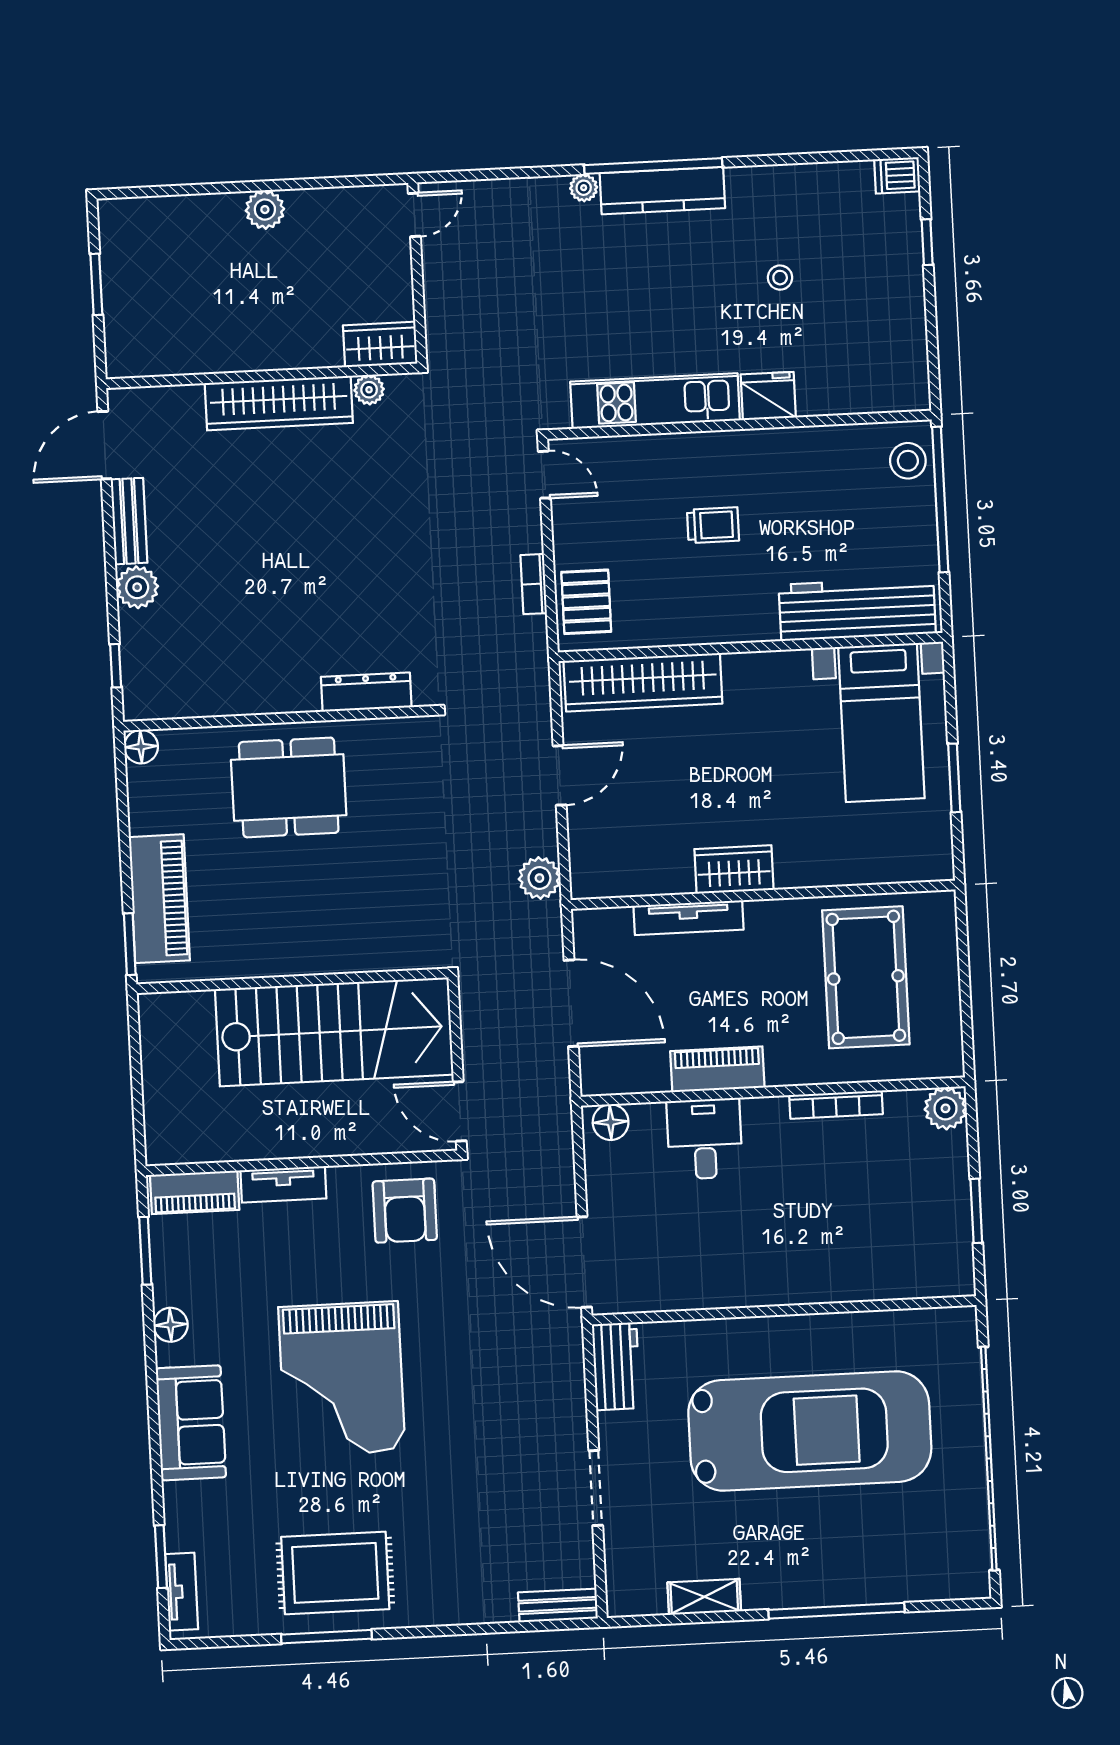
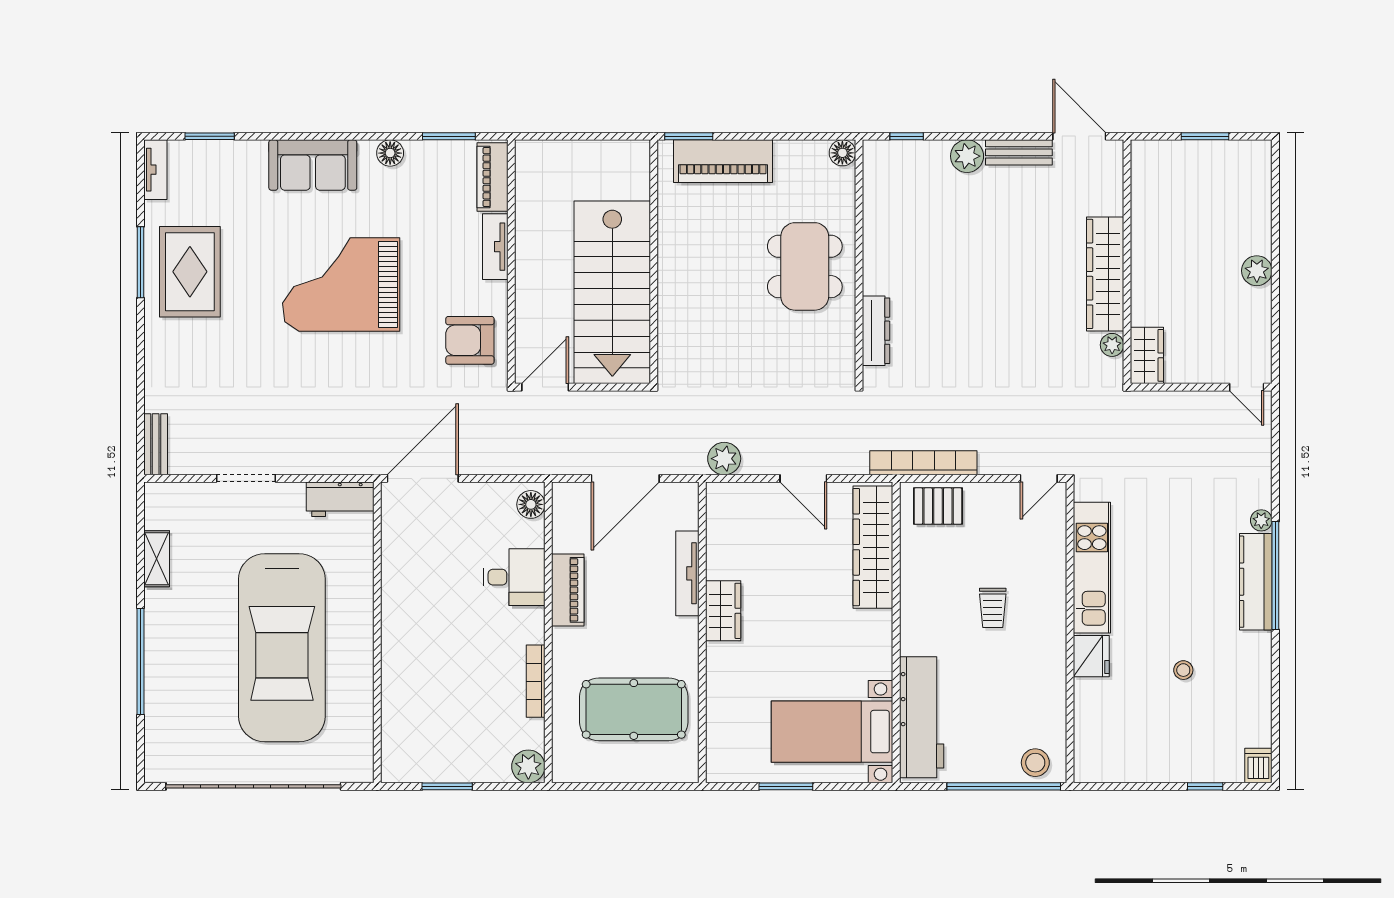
bookcase: (534, 584) -> (923, 463), width x2.31, depth x1.31
tv unit: (182, 1592) -> (155, 170), moved, turned -90

